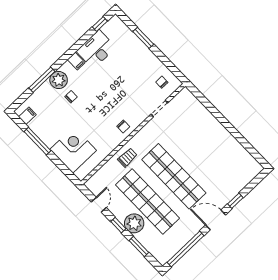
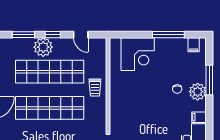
chair: (123, 126) -> (120, 106), removed

